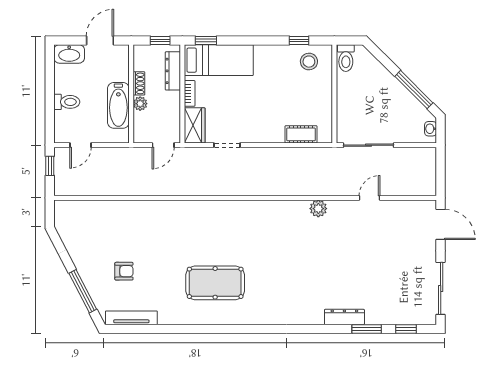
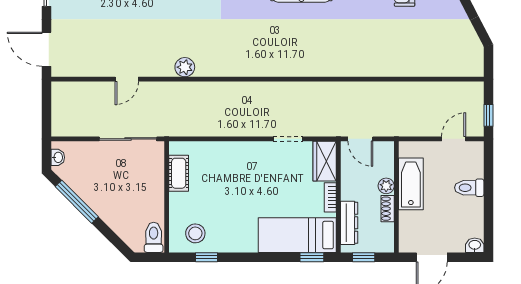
washbasin: (69, 54) -> (475, 245), width x0.52, depth x0.69
cot: (301, 134) -> (179, 173), moved, turned 90
door: (163, 145) -> (360, 139), swing flipped

